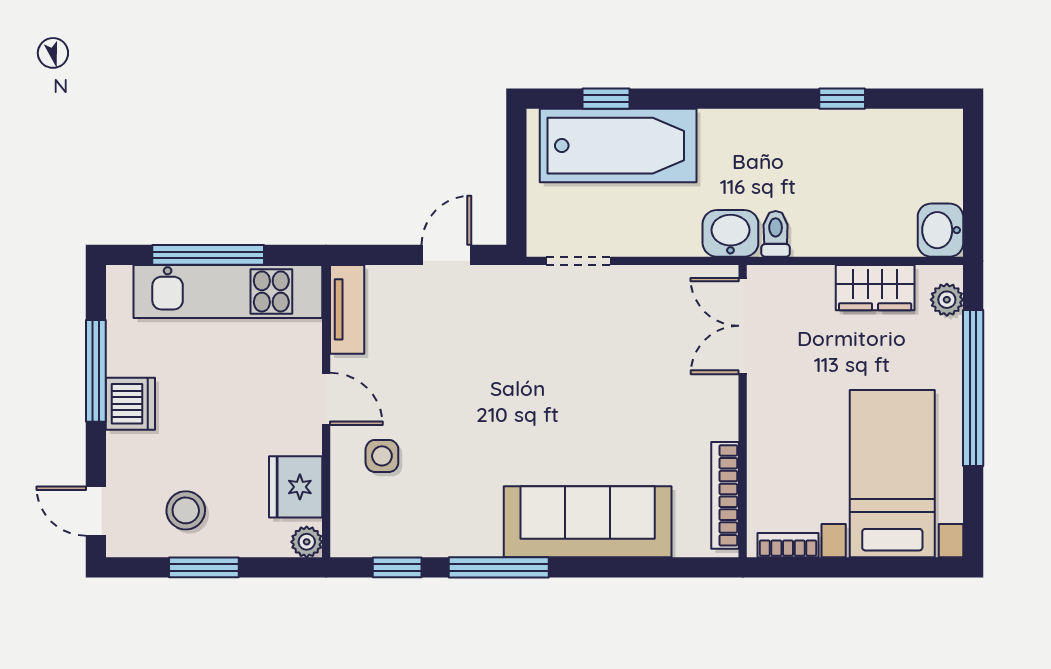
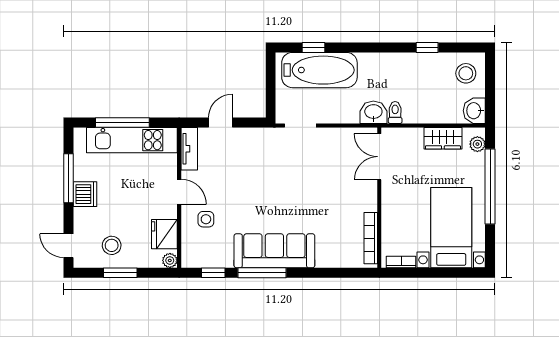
stool: (923, 152) -> (466, 73), added
door: (446, 255) -> (221, 123), moved
sofa: (588, 522) -> (274, 251), moved

